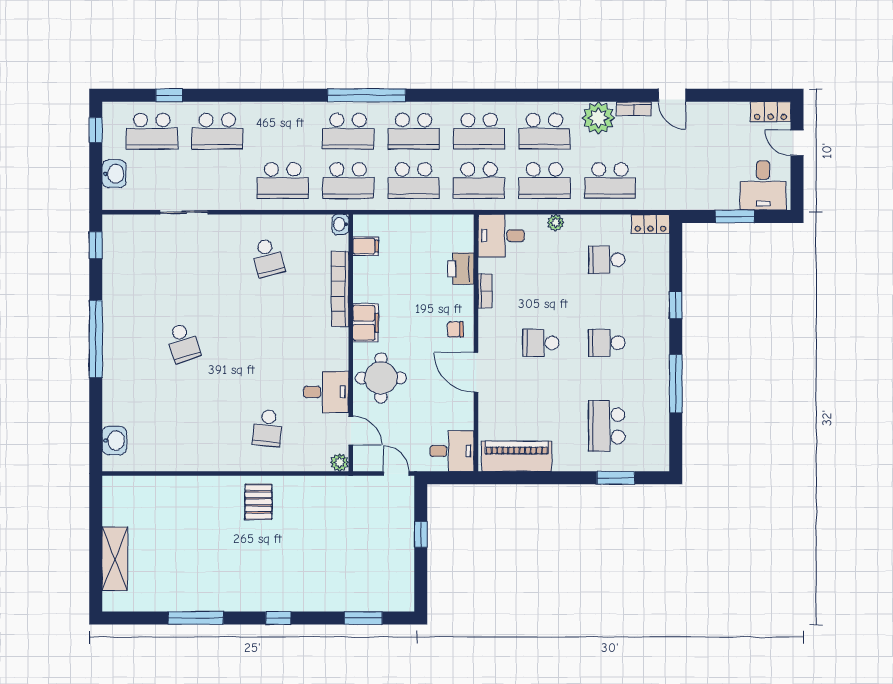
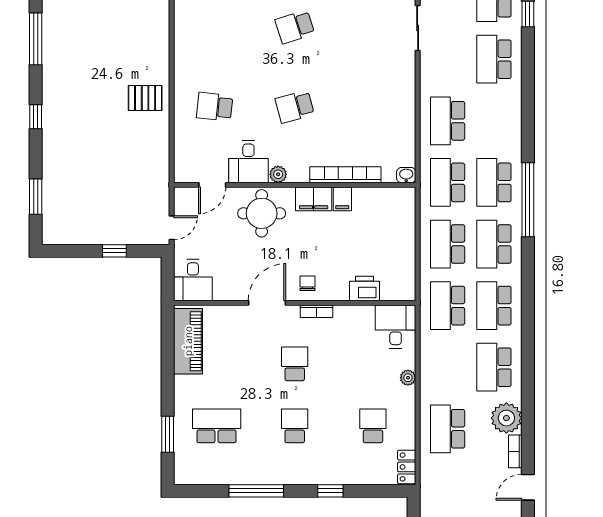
school desk: (544, 180) -> (448, 367), removed
filing cabinet: (366, 246) -> (342, 199), moved
school desk: (268, 258) -> (295, 107), moved
bookcase: (485, 291) -> (316, 311), moved
plant: (340, 462) -> (278, 174), moved

